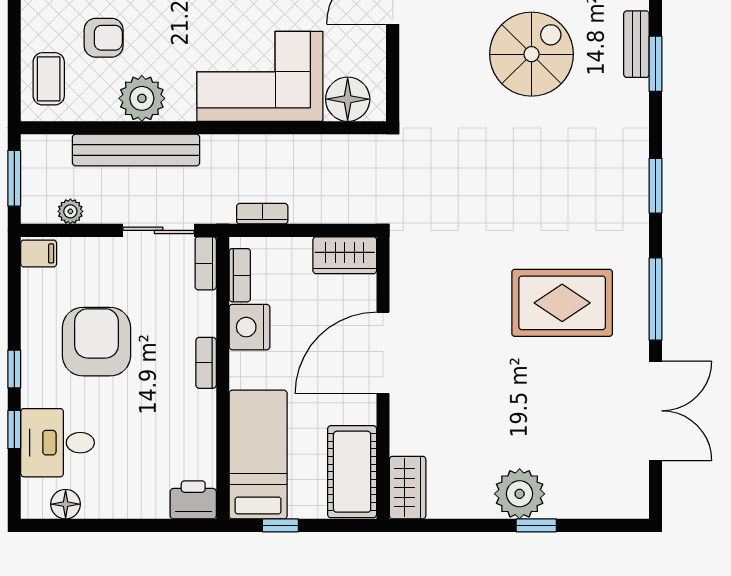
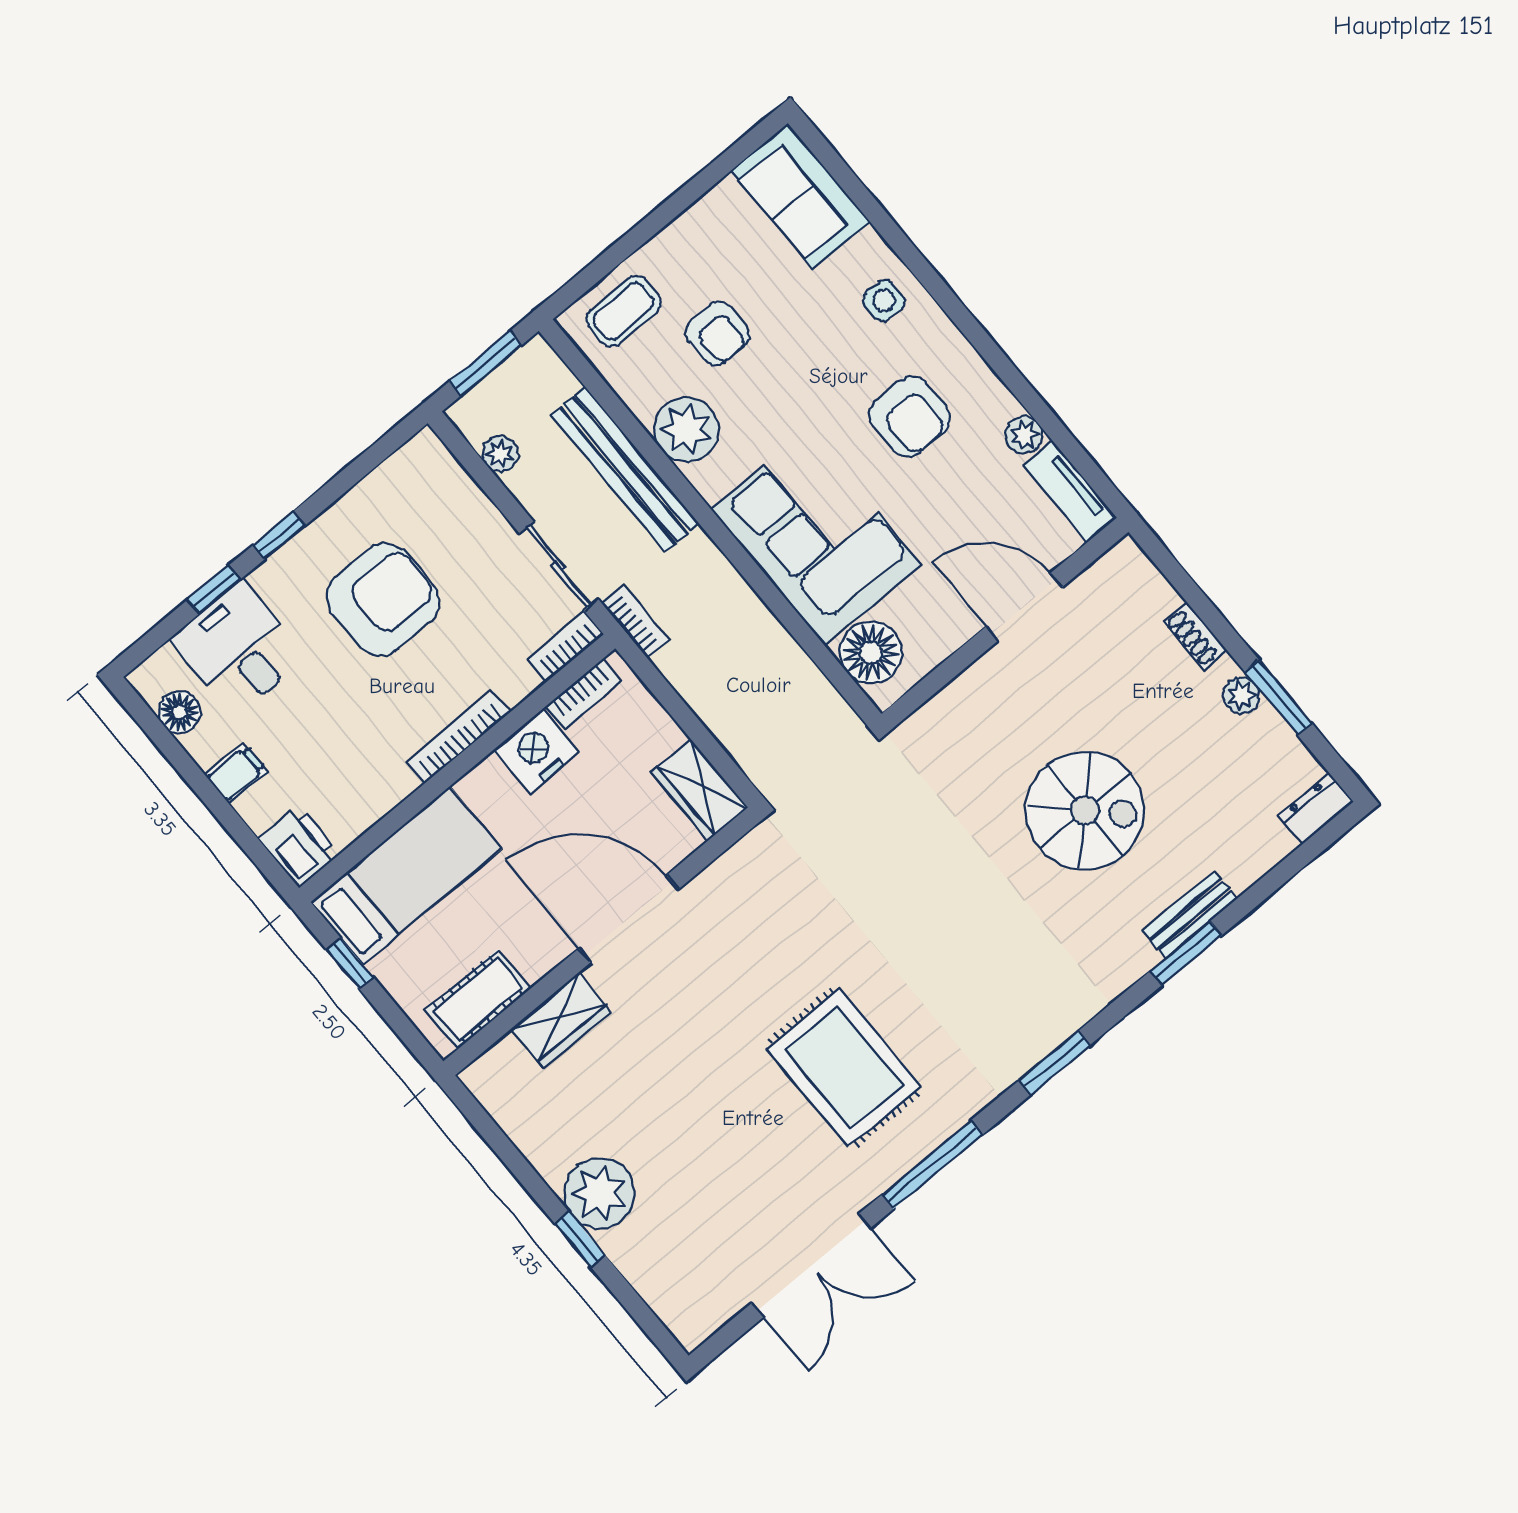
bookcase: (262, 214) -> (635, 621), moved
filing cabinet: (39, 253) -> (236, 774), moved, turned -90
bookcase: (206, 363) -> (459, 737), width x1.56
cot: (352, 472) -> (478, 999), width x0.73, depth x0.75
wardrobe: (408, 488) -> (561, 1020), moved

